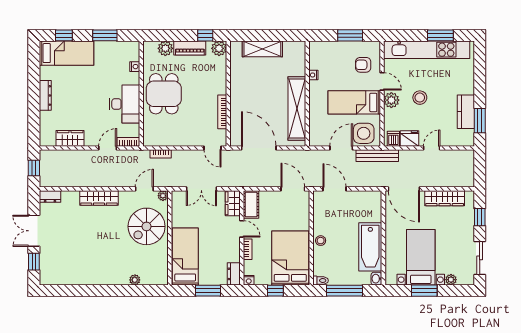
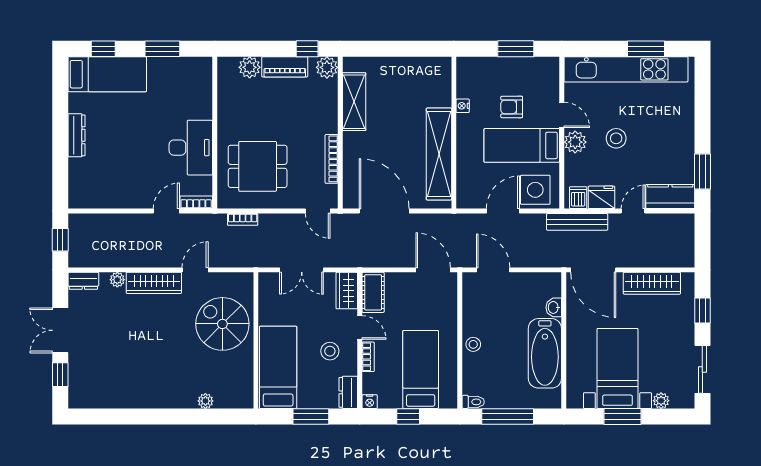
shelving: (262, 49) -> (354, 102), moved, turned 90
armchair: (363, 65) -> (512, 107), moved
nightstand: (135, 67) -> (205, 94), removed
dining table: (164, 94) -> (258, 166), moved, turned 90
kitchen counter: (466, 112) -> (670, 196), moved, turned 90
wardrobe: (70, 138) -> (112, 197), removed
bench: (377, 156) -> (577, 222), moved
door: (144, 189) -> (195, 270), moved
plant: (163, 196) -> (117, 280), moved
spiral stairs: (147, 226) -> (222, 324), turned 90
stool: (221, 245) -> (330, 351), added
bed: (290, 258) -> (421, 369), width x0.67
washbasin: (376, 279) -> (554, 307), moved

